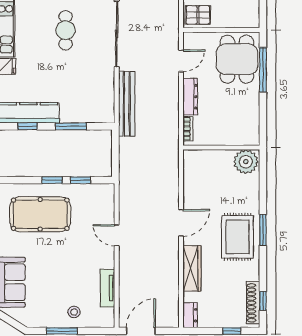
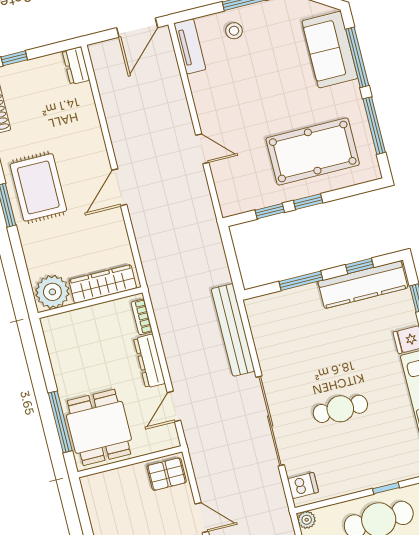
cafe table: (66, 30) -> (340, 409), turned 90
wardrobe: (192, 268) -> (103, 284), moved, turned 90
tv unit: (107, 288) -> (190, 46), moved

